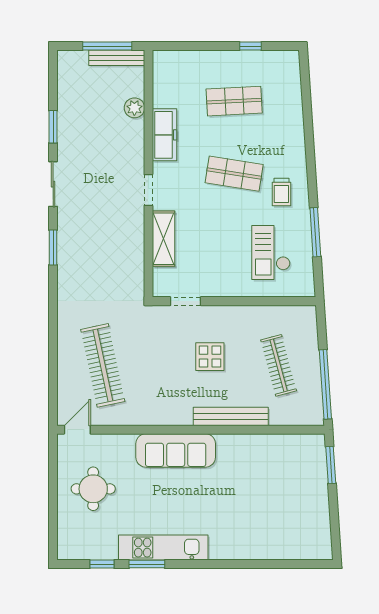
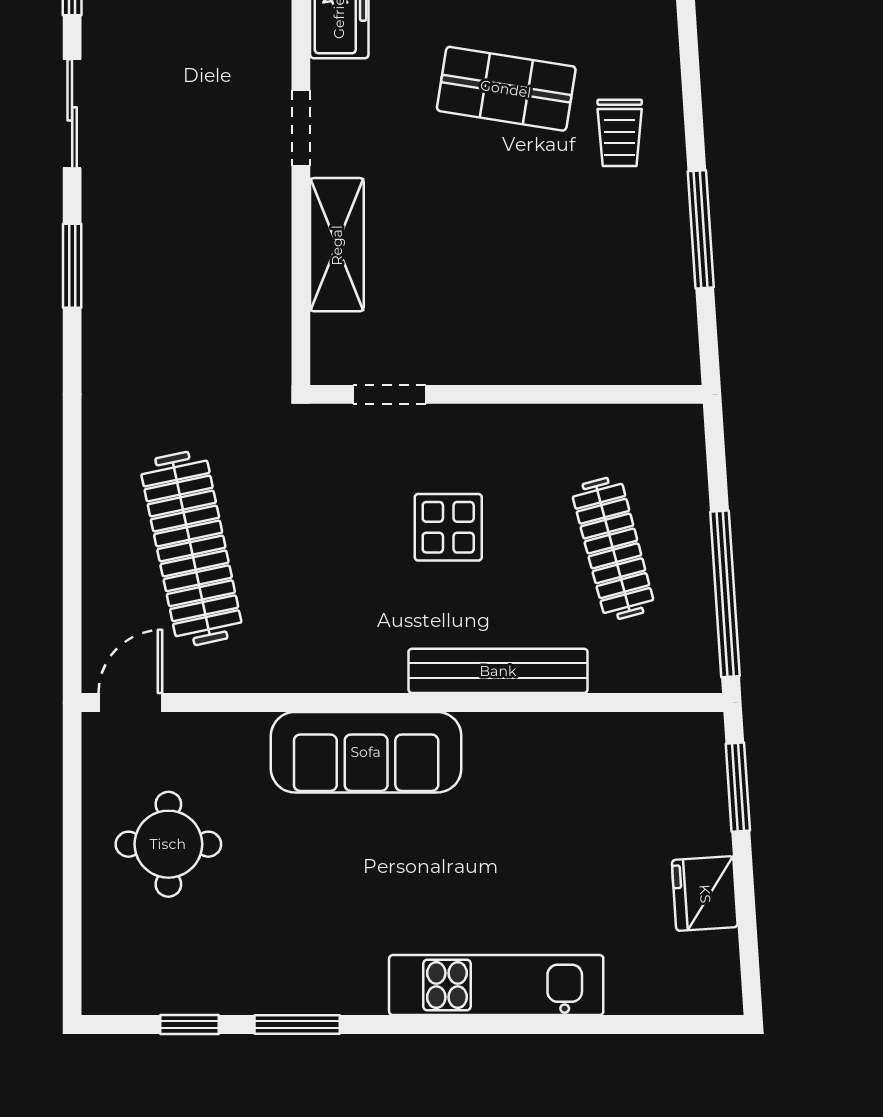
checkout: (271, 252) -> (595, 278), removed
fridge: (317, 509) -> (705, 894), added
kitchen unit: (163, 548) -> (496, 985), moved

